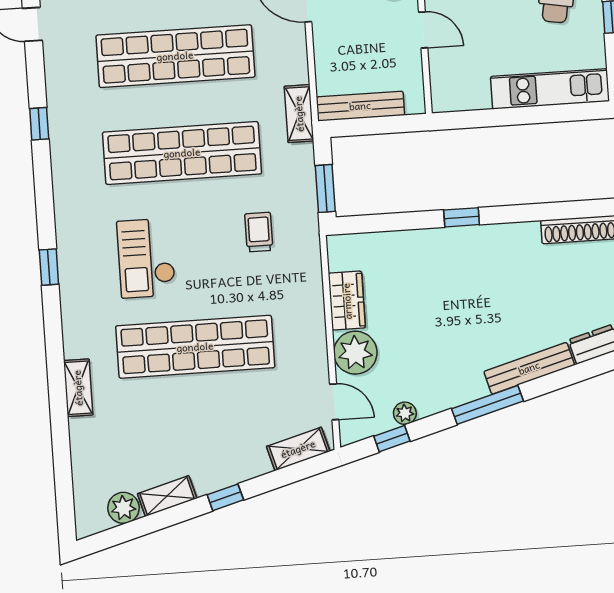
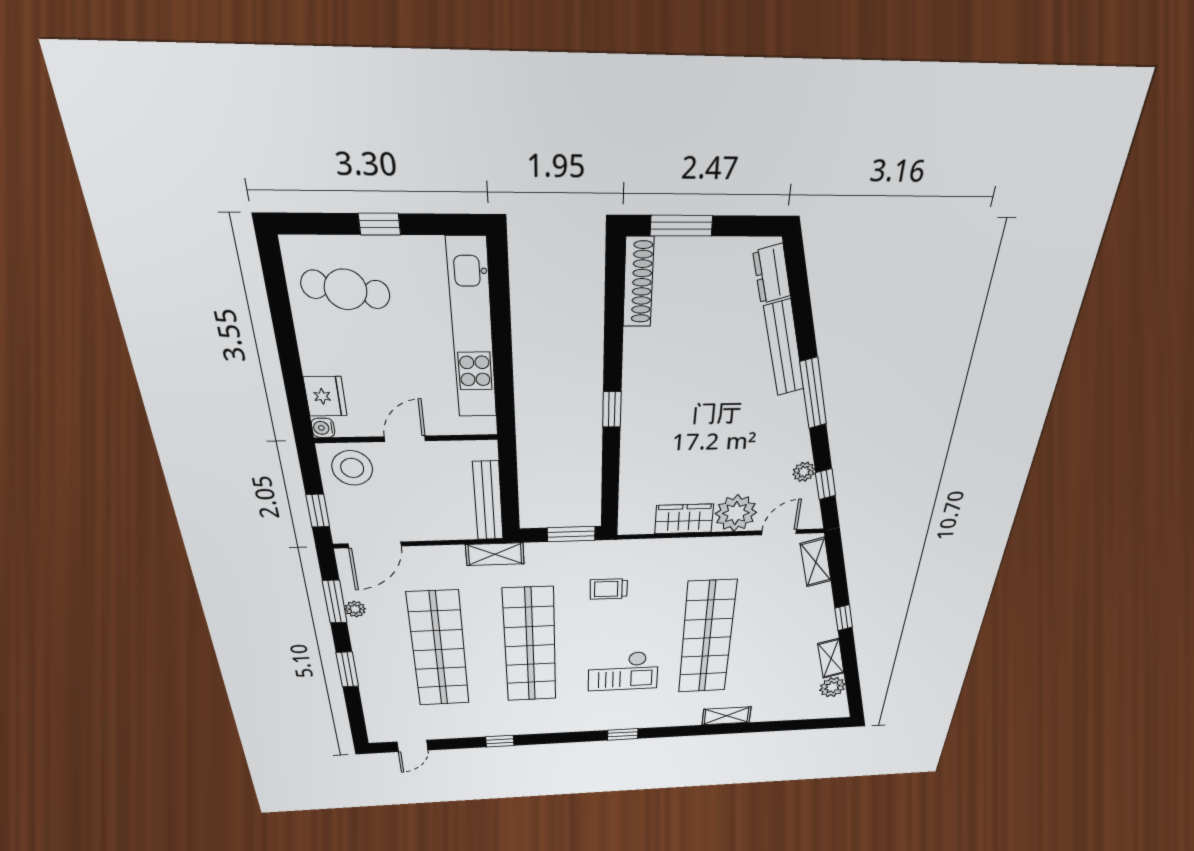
kitchen unit: (550, 89) -> (472, 331), width x1.36

